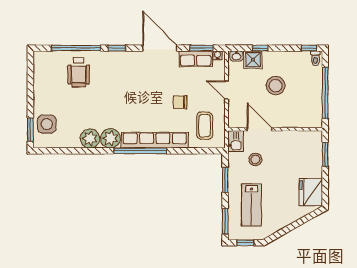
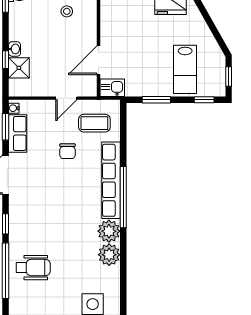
washbasin: (236, 56) -> (15, 49), moved
stool: (276, 86) -> (67, 11), moved, width x0.53, depth x0.53
door: (226, 90) -> (66, 98), moved
stool: (255, 159) -> (133, 65), removed
lab bench: (251, 205) -> (185, 69), turned 90
window: (225, 221) -> (204, 100), width x0.67

